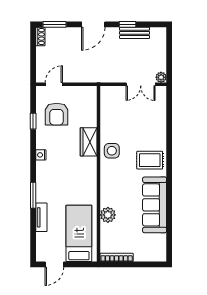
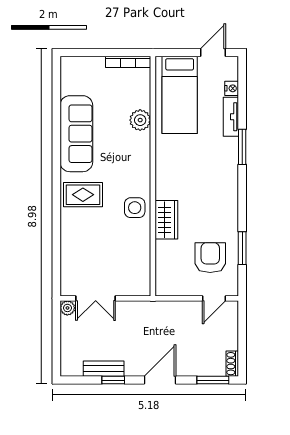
double door: (141, 84) -> (96, 298), swing flipped
window: (33, 121) -> (242, 248), width x1.50
nightstand: (41, 155) -> (232, 88), moved

